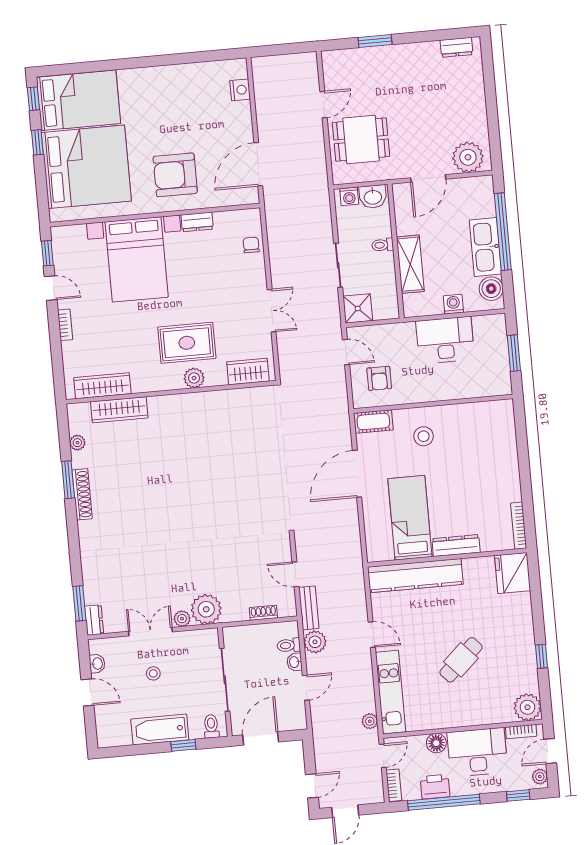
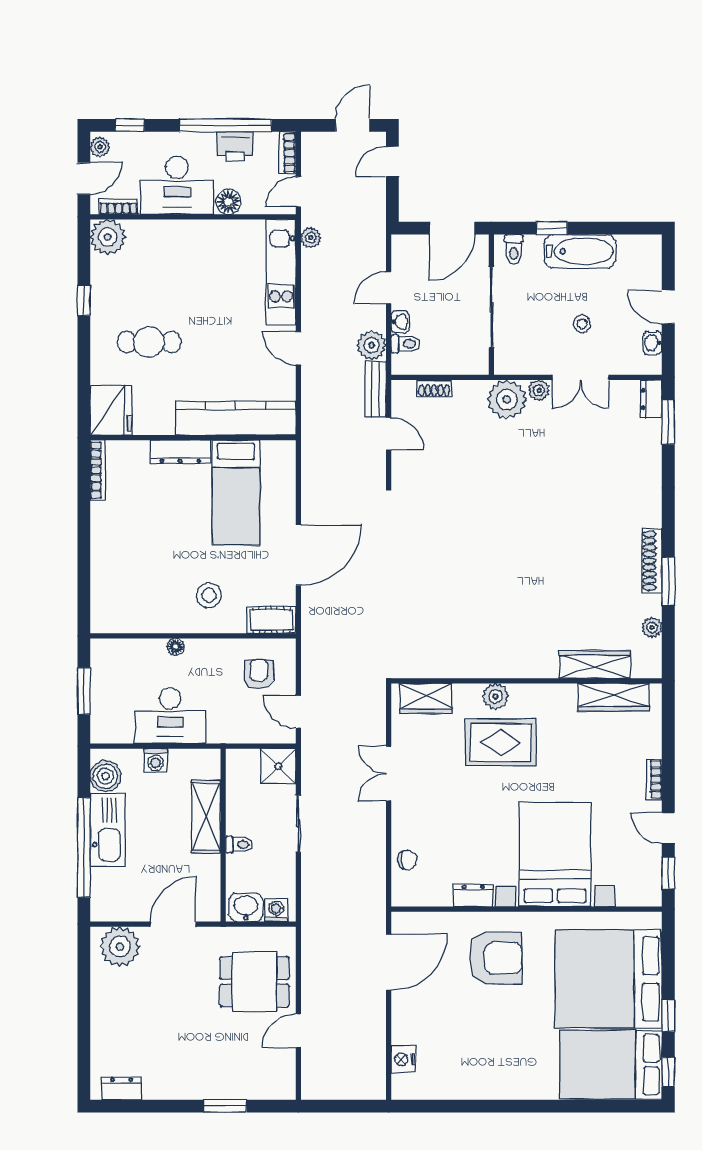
chair: (251, 245) -> (407, 860), turned -90
floor lamp: (446, 394) -> (176, 647), added
cafe table: (461, 660) -> (149, 342), moved, turned 43

